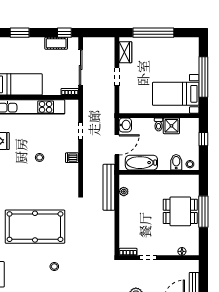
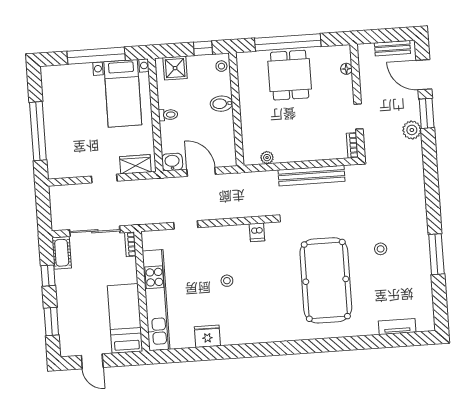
window: (64, 33) -> (48, 276), moved
cot: (56, 43) -> (62, 253), moved
wardrobe: (125, 52) -> (135, 164), moved
shower: (171, 126) -> (175, 68), moved
window: (203, 139) -> (203, 48), moved
dishwasher: (72, 158) -> (257, 232), moved
bidet: (176, 162) -> (221, 104), moved
bathtub: (141, 163) -> (224, 135), removed
bench: (109, 187) -> (311, 176), moved
window: (203, 212) -> (288, 42), width x1.46

